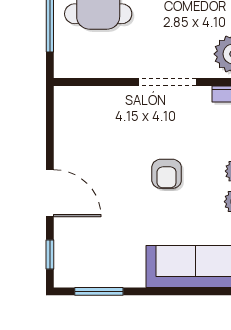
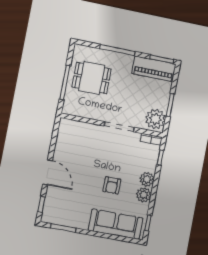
armchair: (167, 174) -> (112, 185), moved

